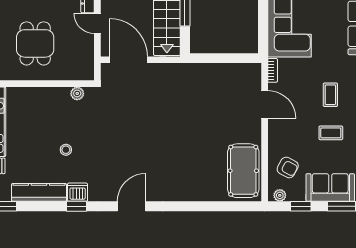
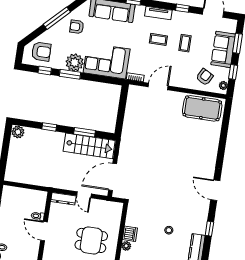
door: (97, 23) -> (84, 195), hinge flipped
plant: (77, 93) -> (126, 246), moved
dishwasher: (78, 192) -> (130, 234), moved, turned 180

